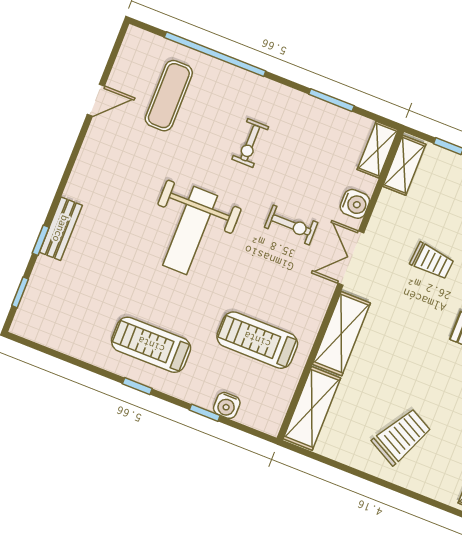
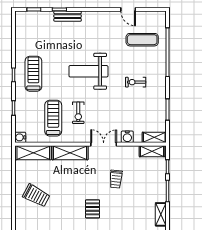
exercise bike: (291, 225) -> (78, 113), moved
water cooler: (227, 405) -> (20, 137), moved

